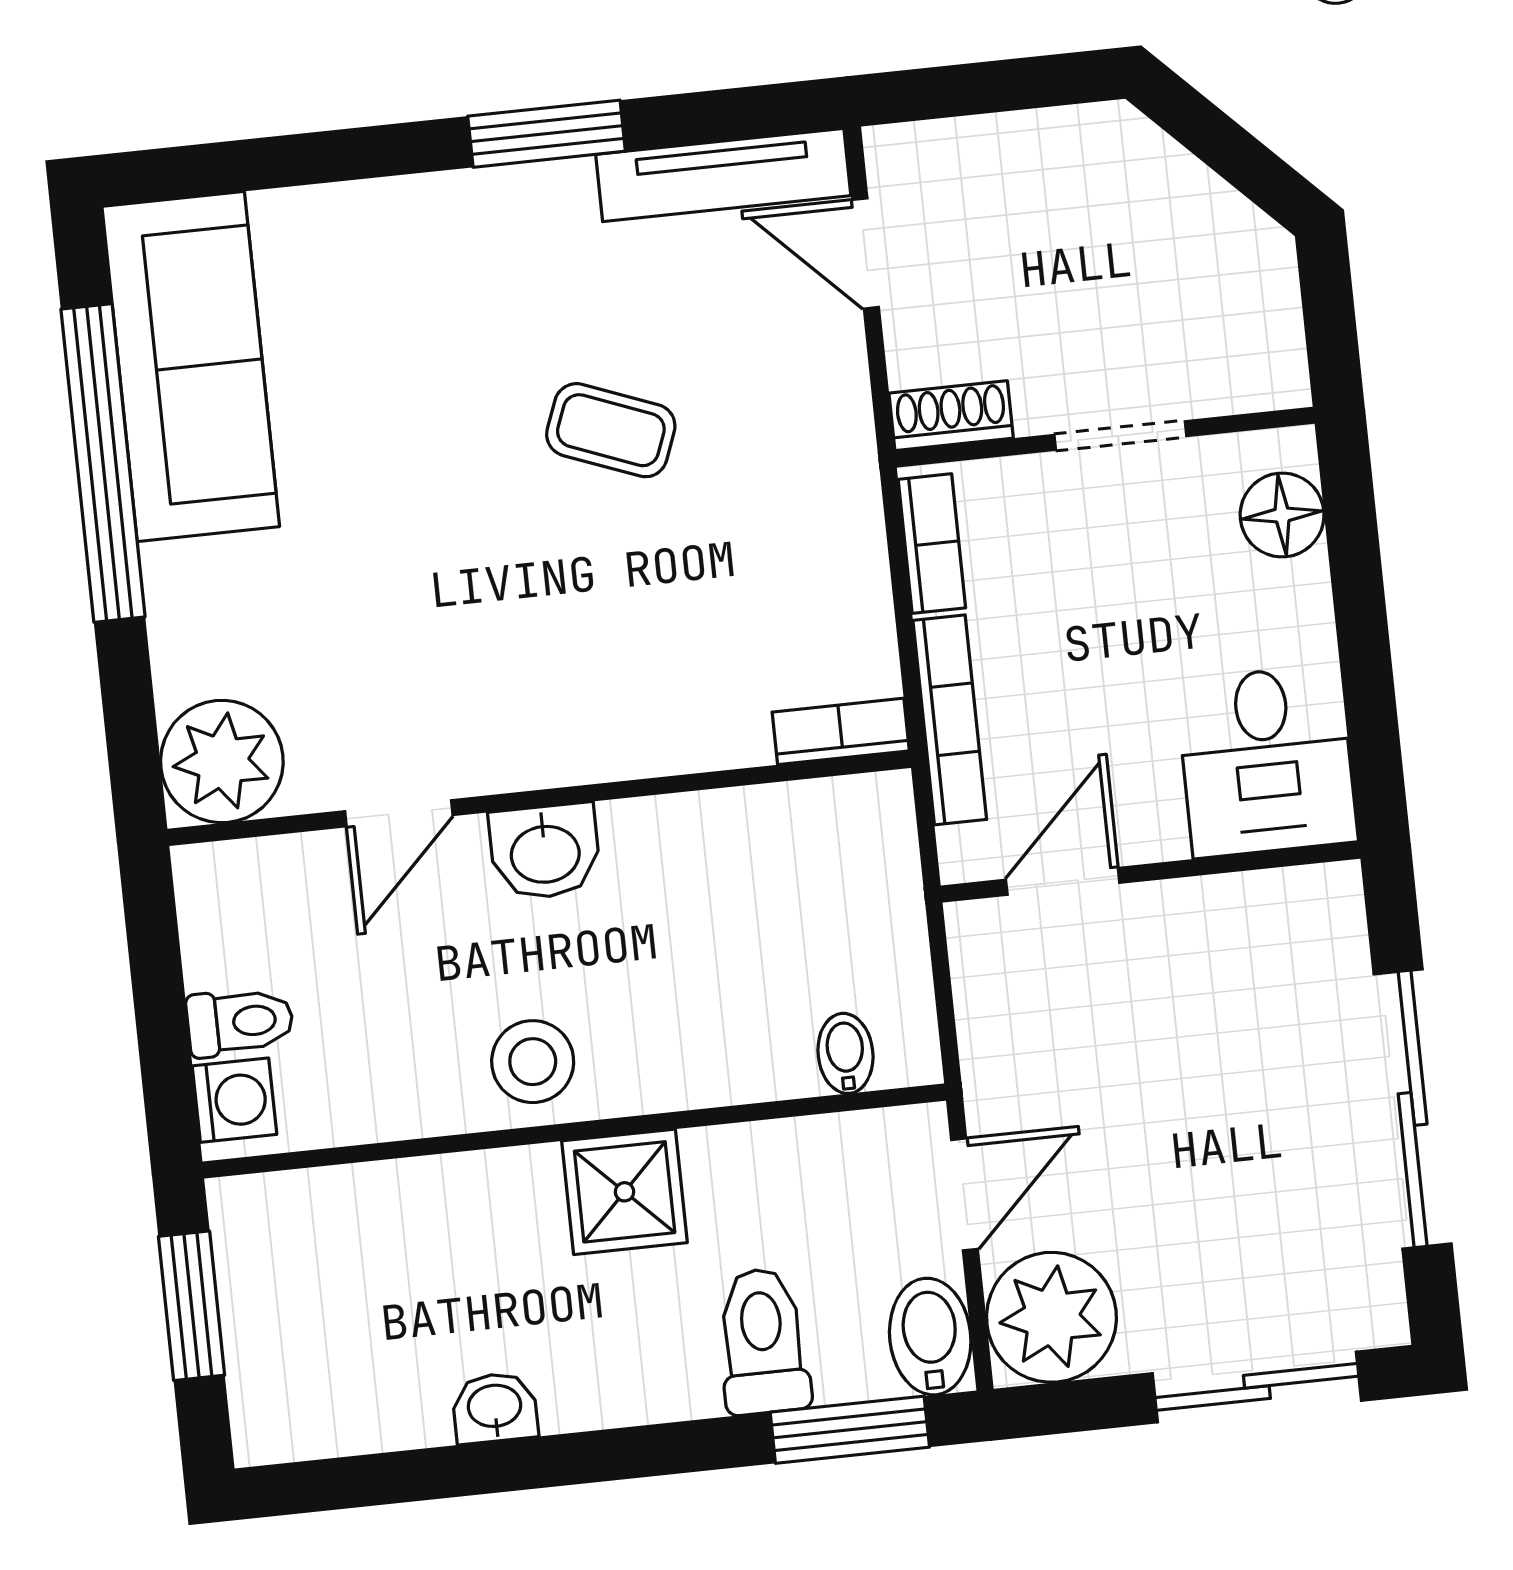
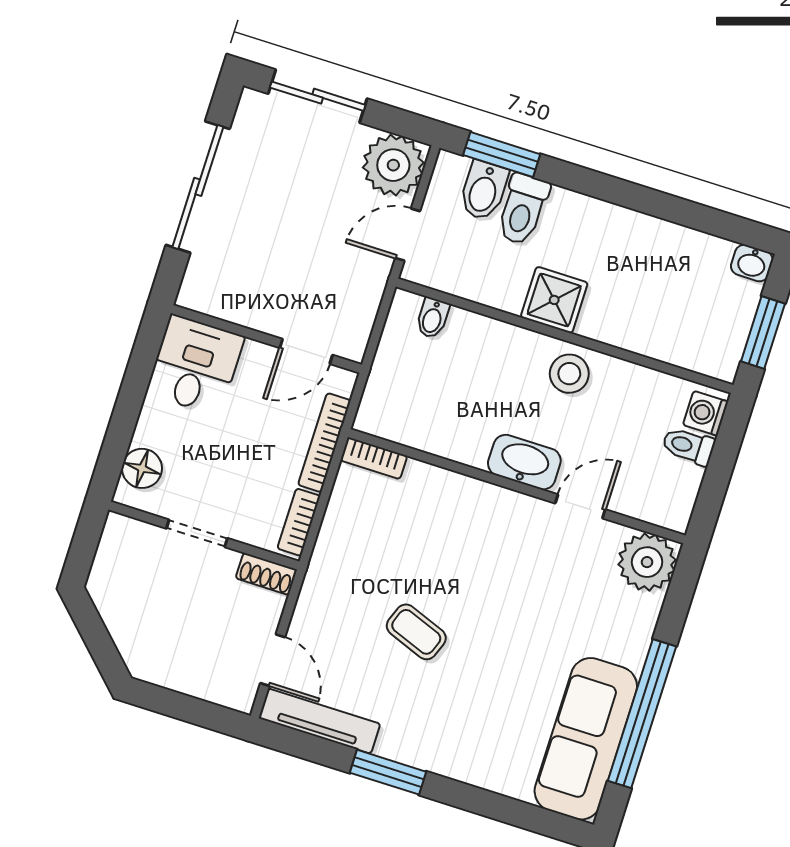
washbasin: (545, 852) -> (524, 462), width x1.38
bidet: (930, 1337) -> (484, 191), moved
washbasin: (495, 1408) -> (752, 263), moved

